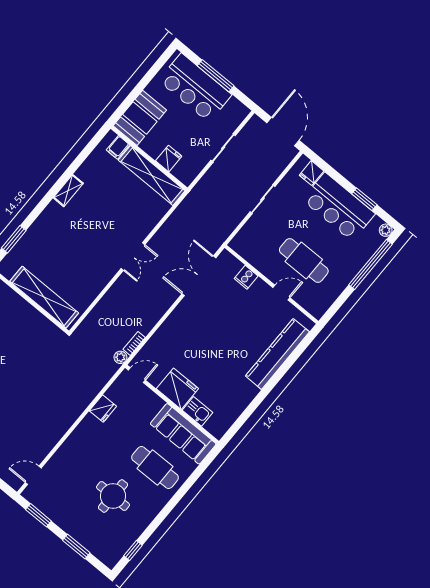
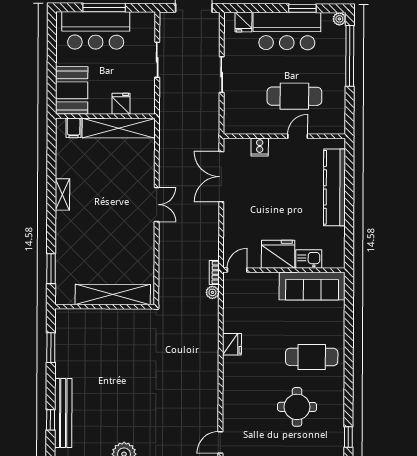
door: (137, 375) -> (237, 270), moved
fridge: (177, 389) -> (278, 254), moved
wall: (172, 404) -> (284, 270), moved
kitchen sink: (198, 411) -> (309, 259), moved
sofa: (183, 434) -> (312, 286), moved

